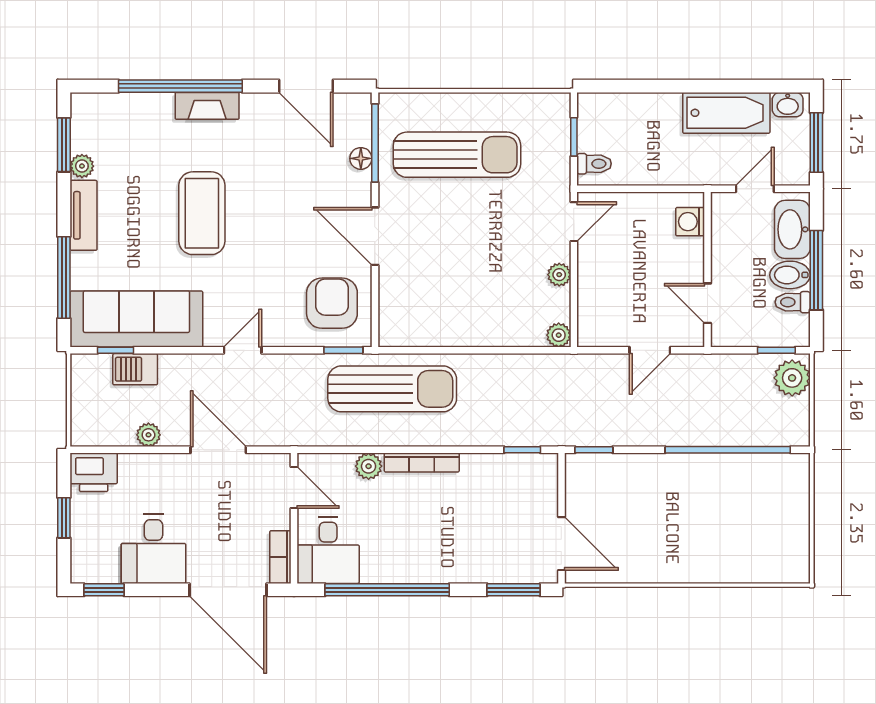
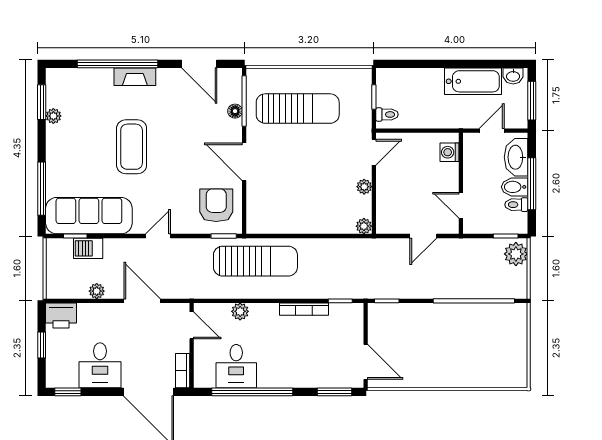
tv unit: (84, 215) -> (54, 148), removed
bookcase: (422, 463) -> (304, 309), moved
desk: (328, 550) -> (236, 366), moved

